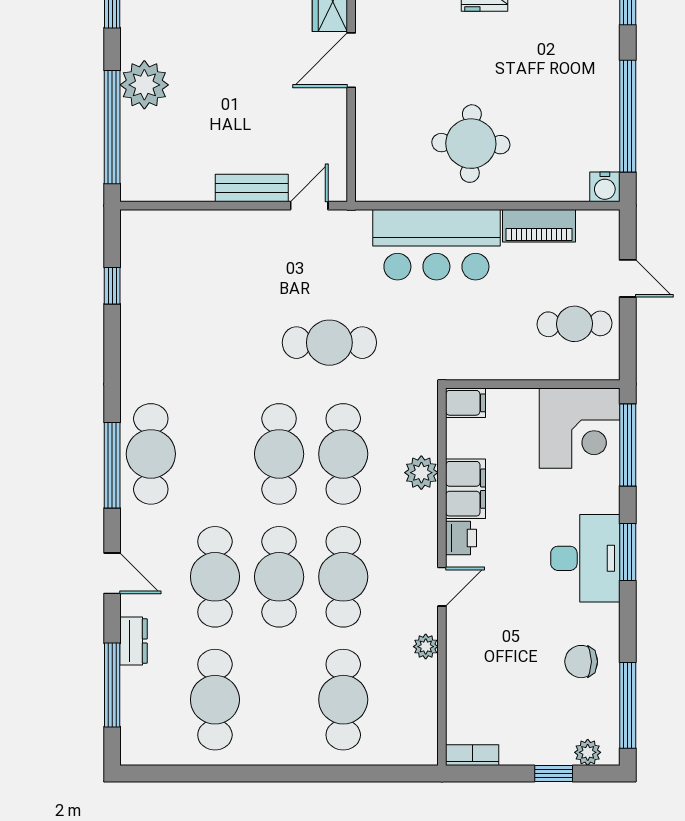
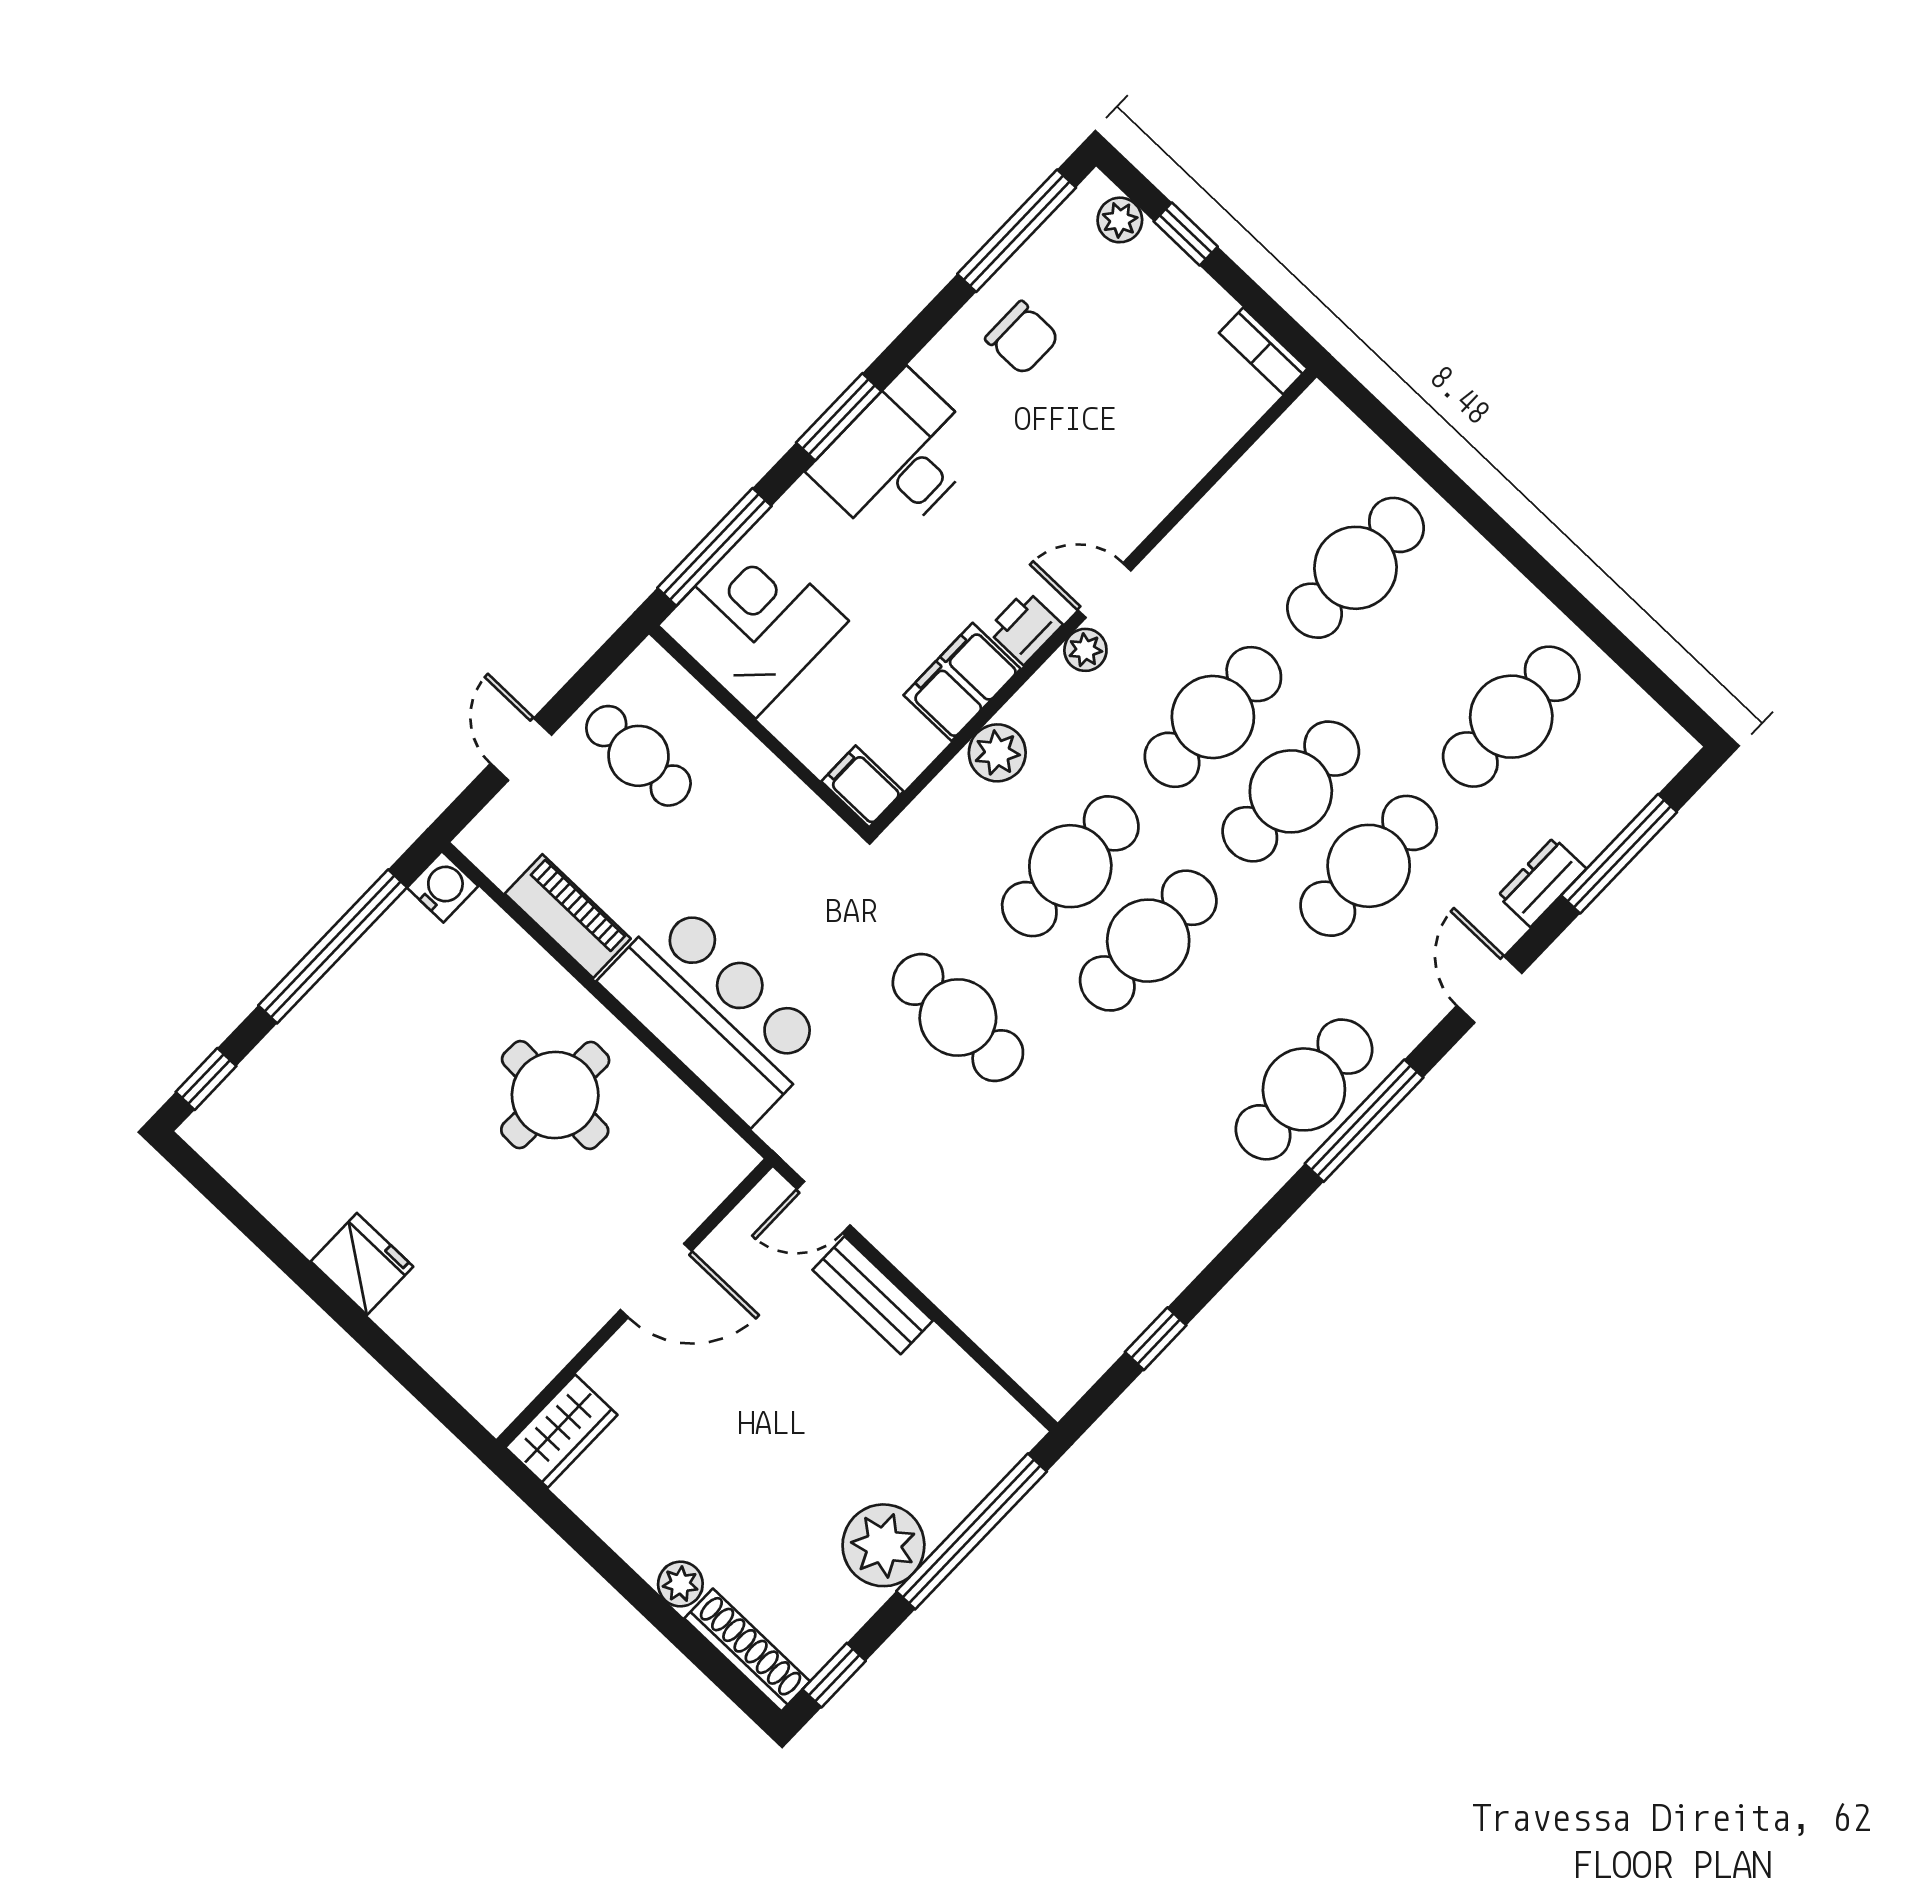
door: (351, 60) -> (656, 1280), moved
plant: (426, 647) -> (1085, 650), moved

